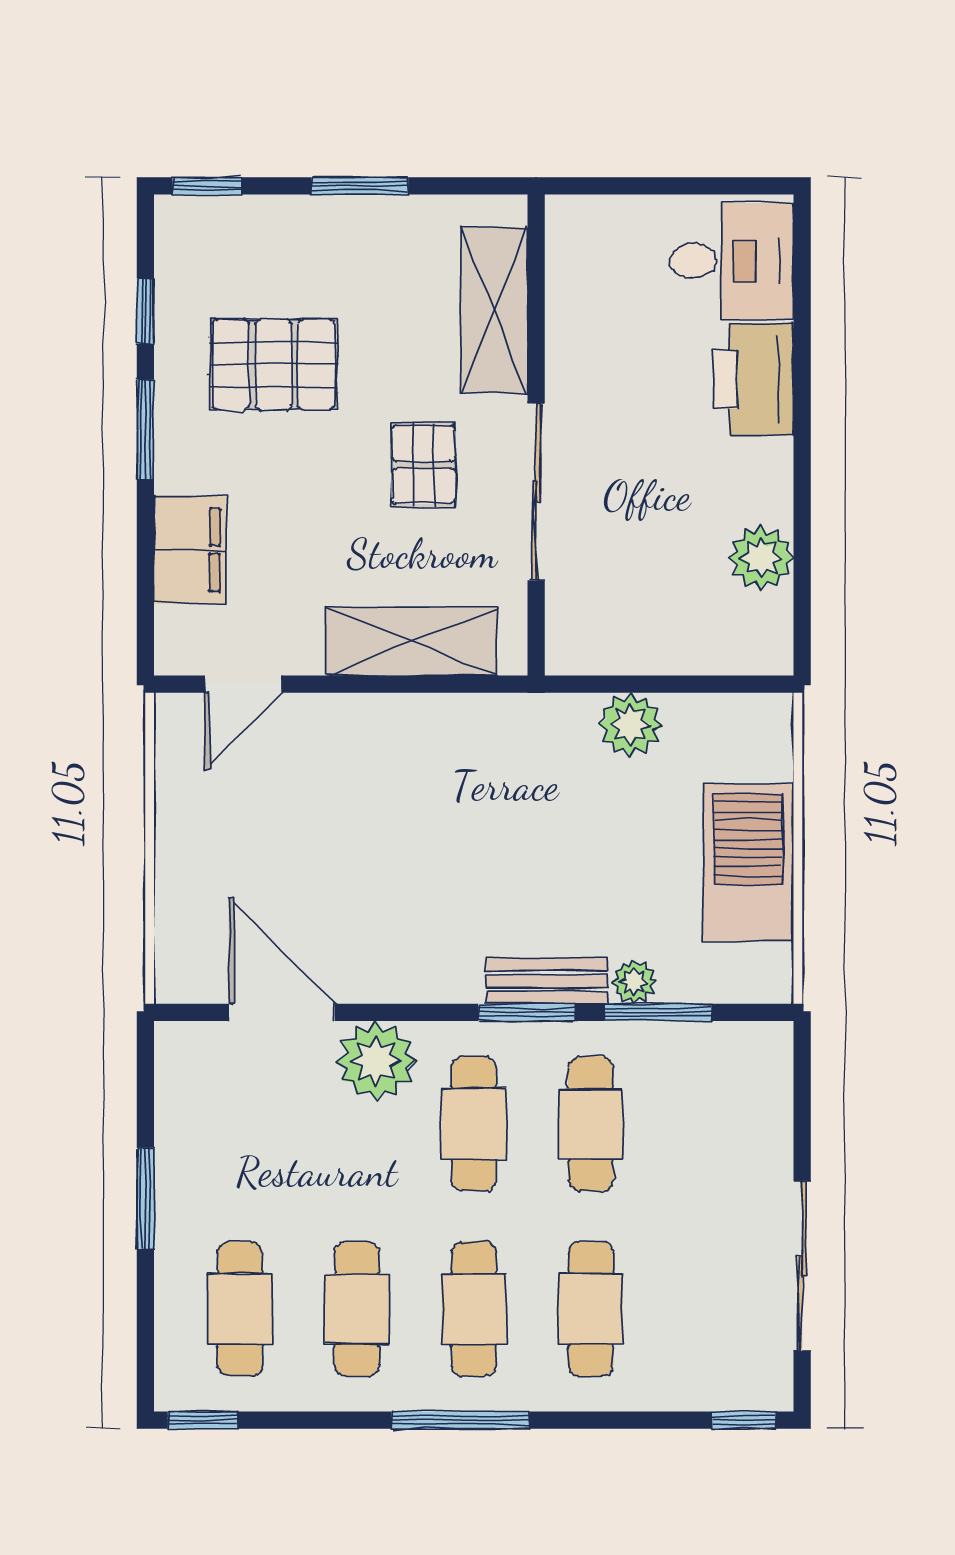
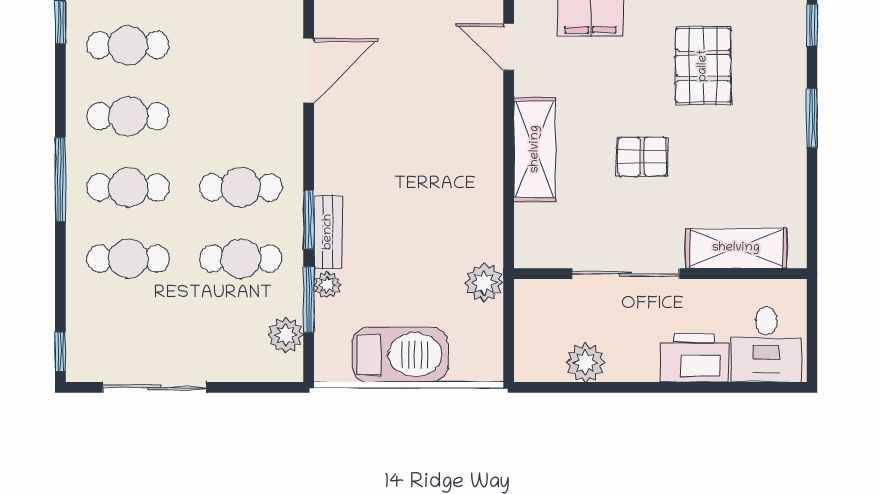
shelving: (494, 310) -> (736, 248), moved
wall: (536, 435) -> (660, 274), moved
sliding door: (536, 492) -> (626, 274), moved
plant: (376, 1061) -> (286, 335), moved, width x0.73, depth x0.73

